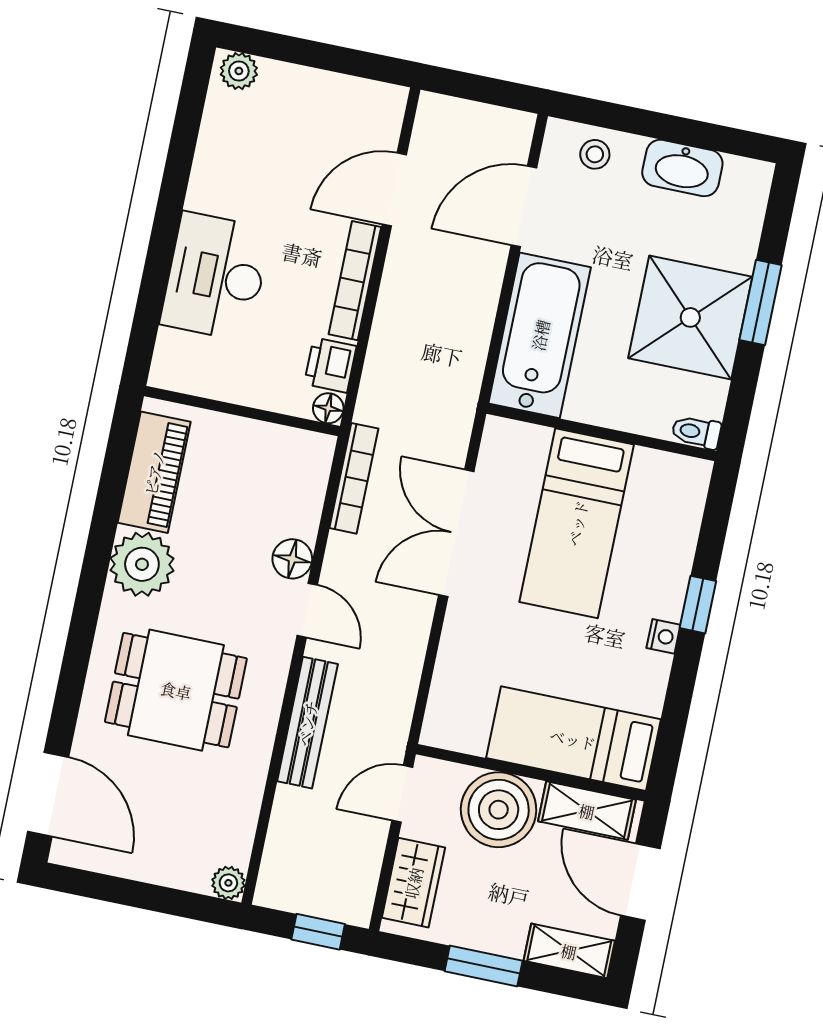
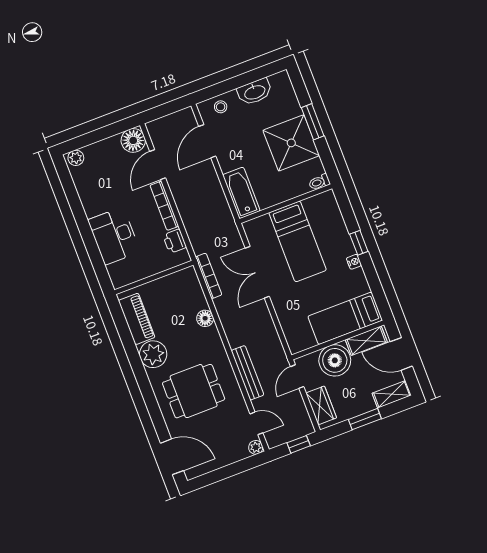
bathtub: (540, 335) -> (241, 193), width x0.73, depth x0.73
floor lamp: (328, 408) -> (133, 140), moved, width x1.89, depth x1.89
door: (307, 610) -> (256, 423), moved

